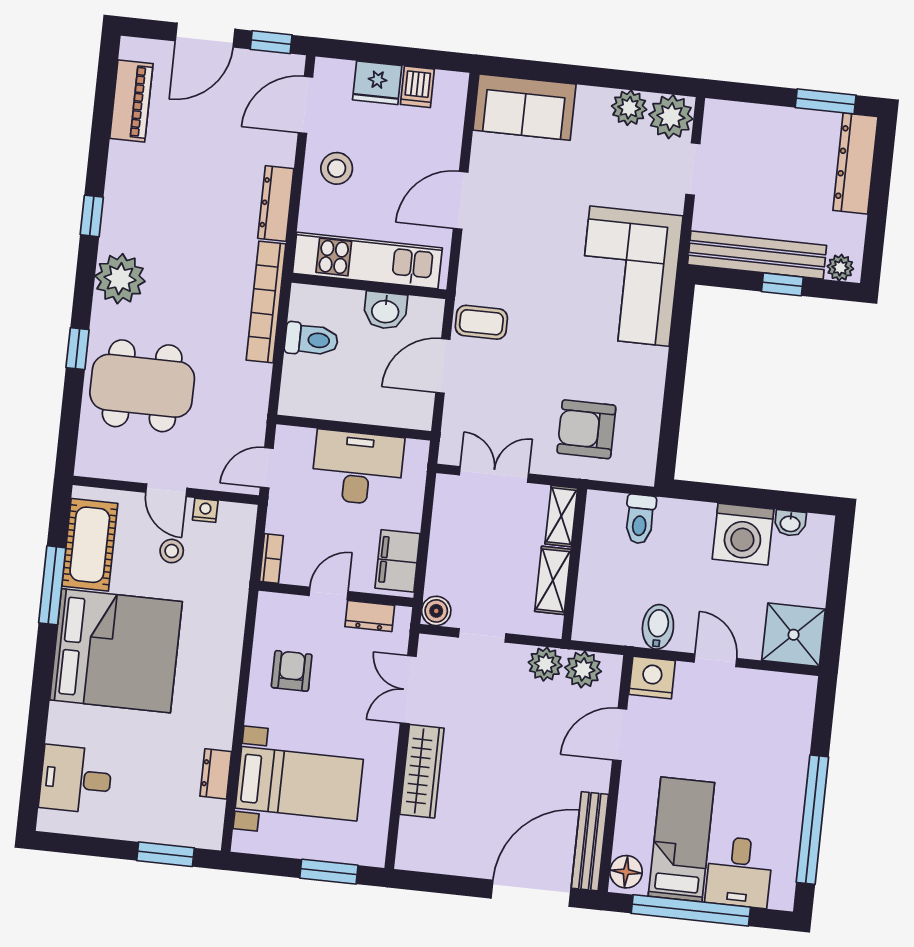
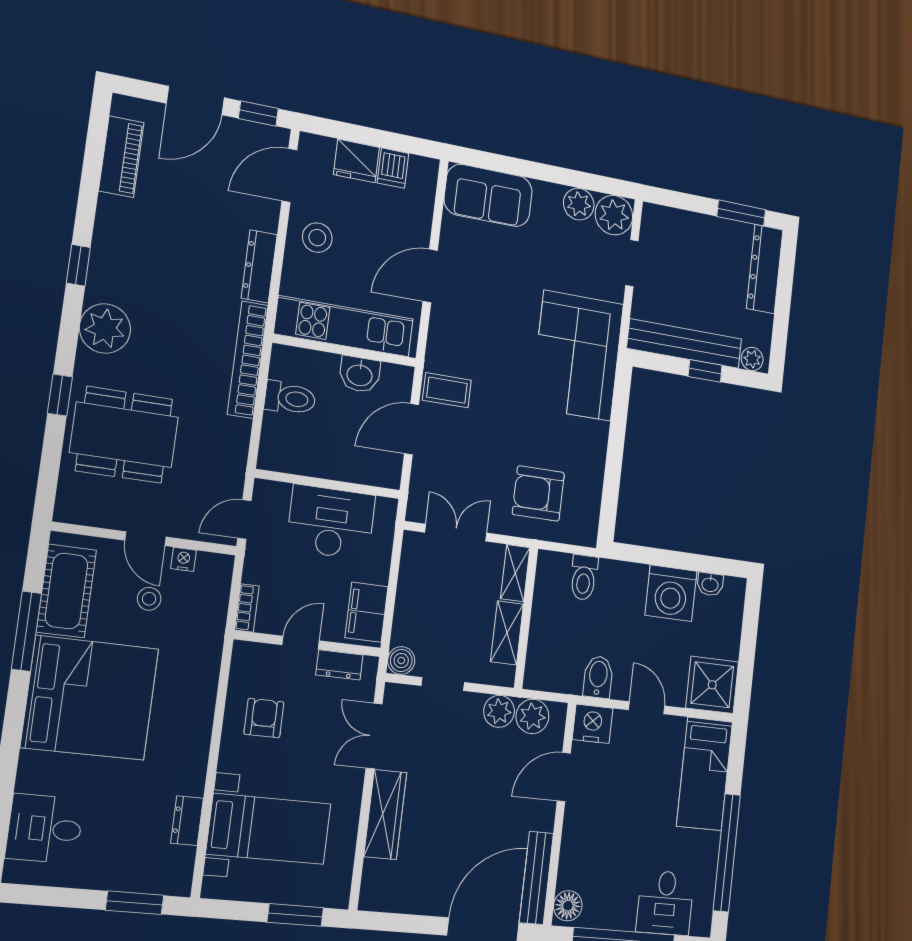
bed: (681, 839) -> (705, 774), moved, turned 180

